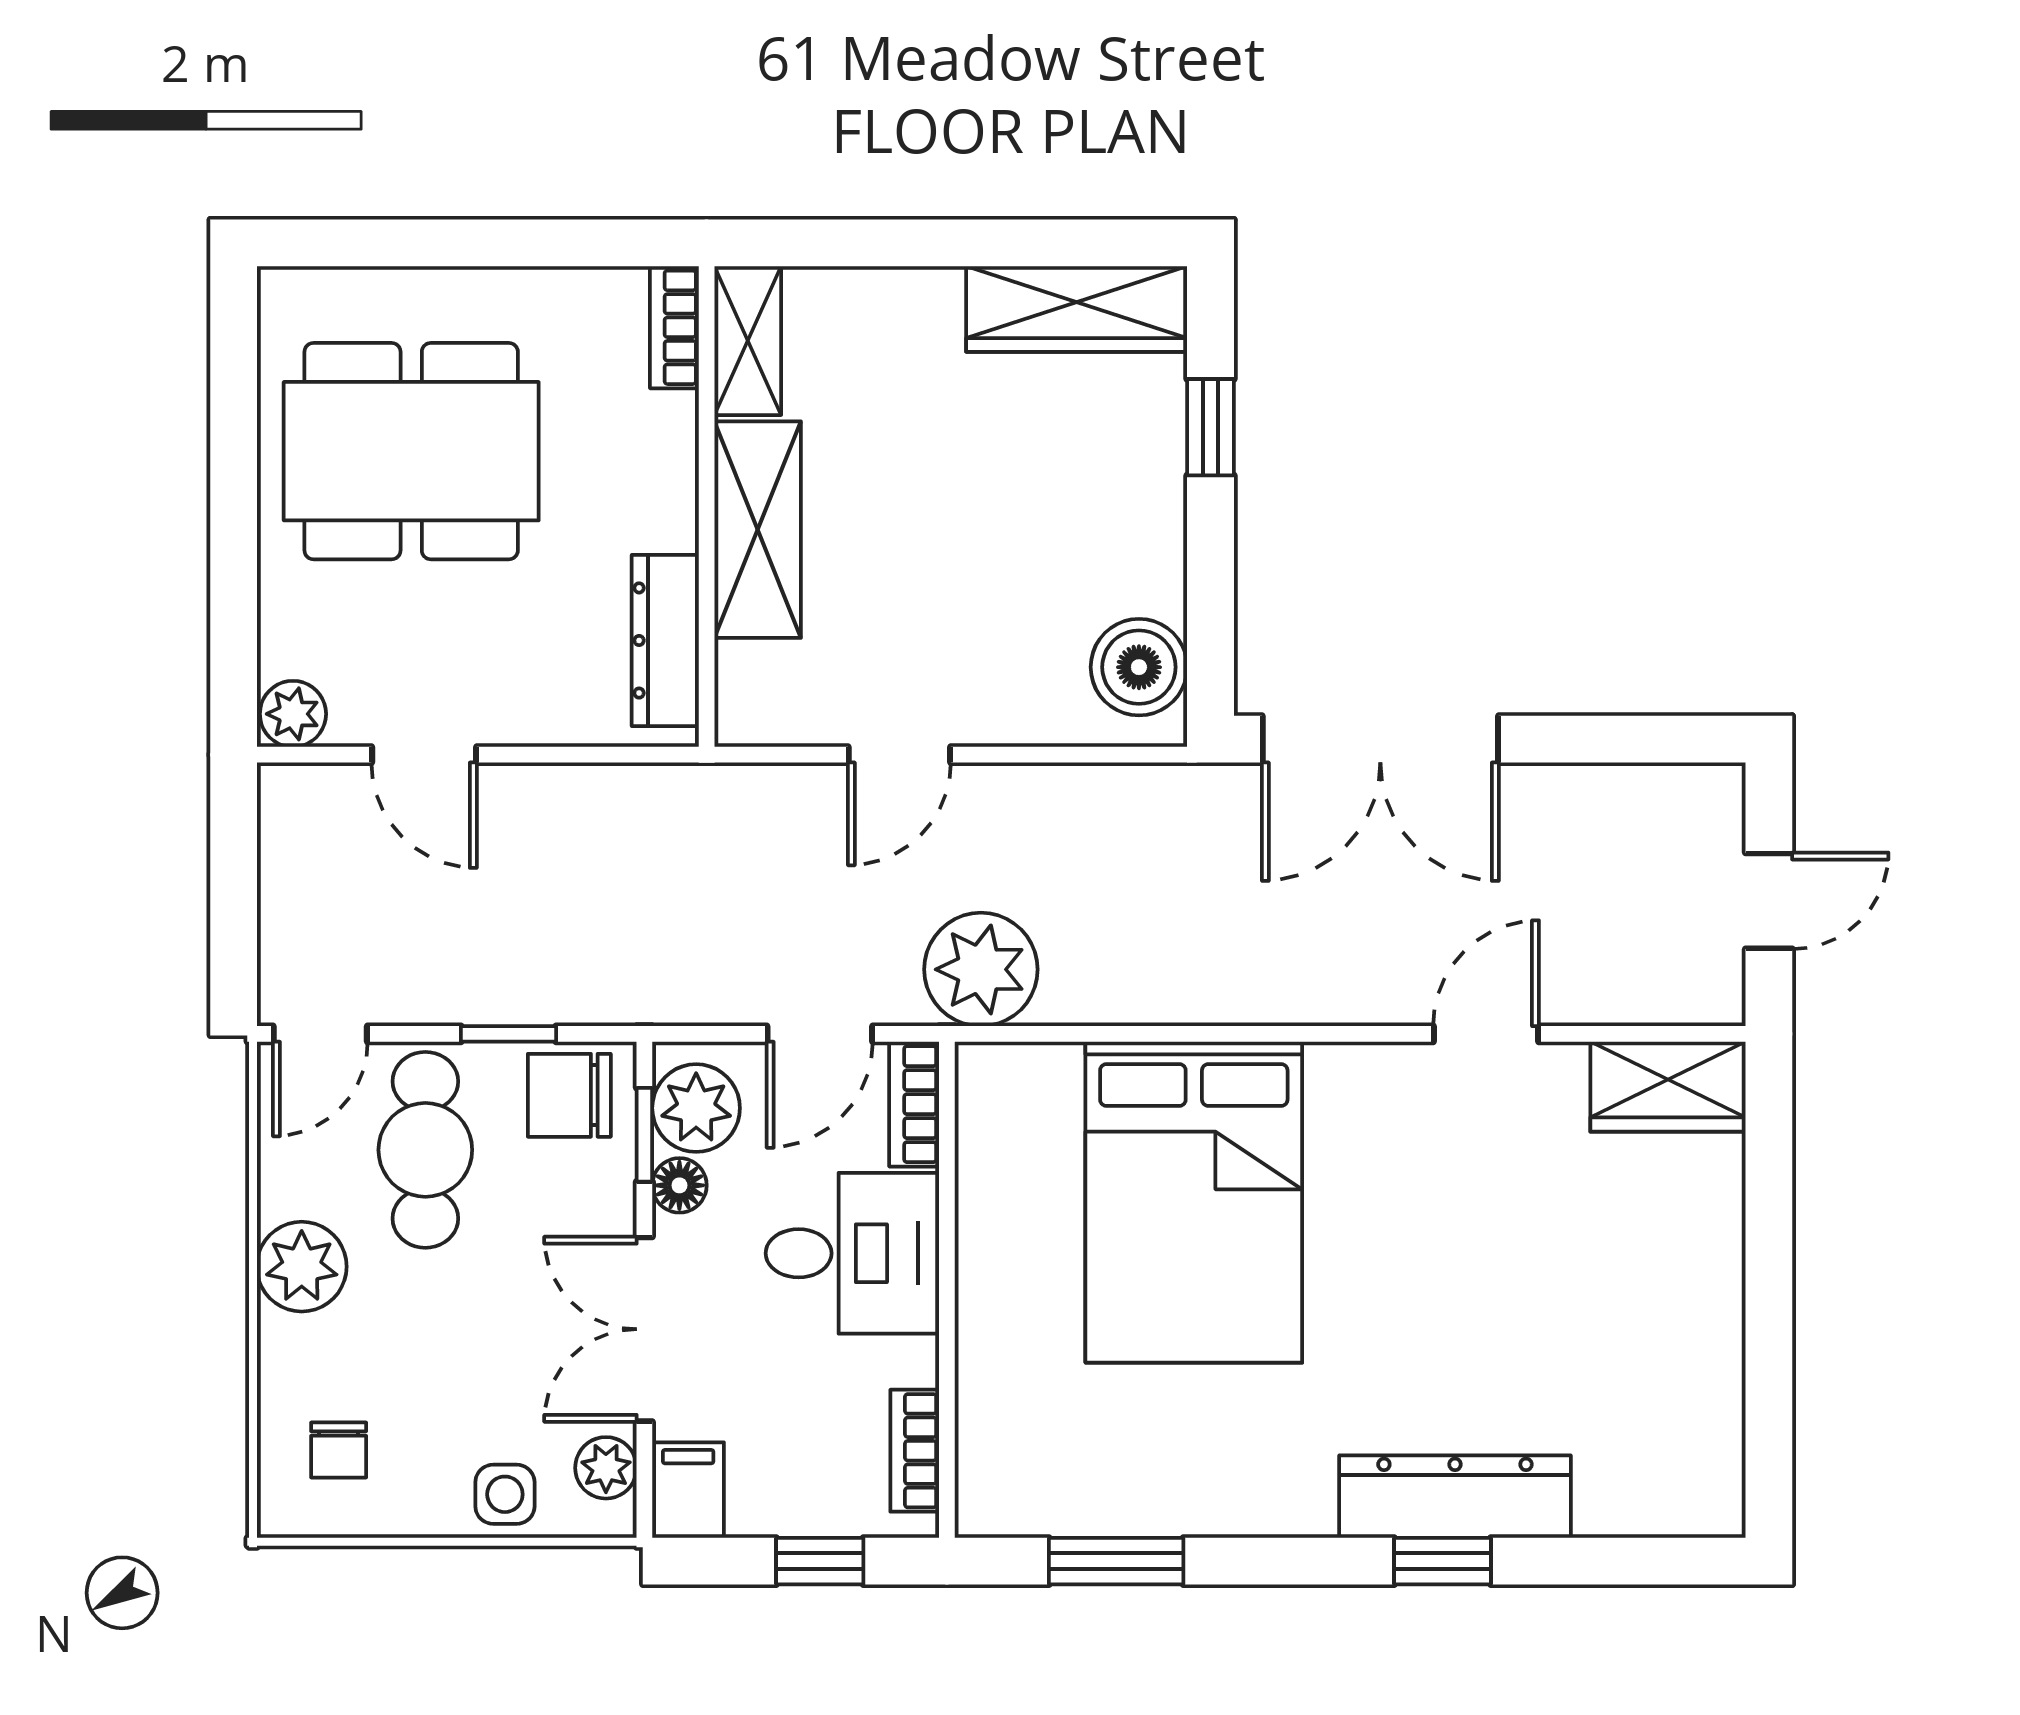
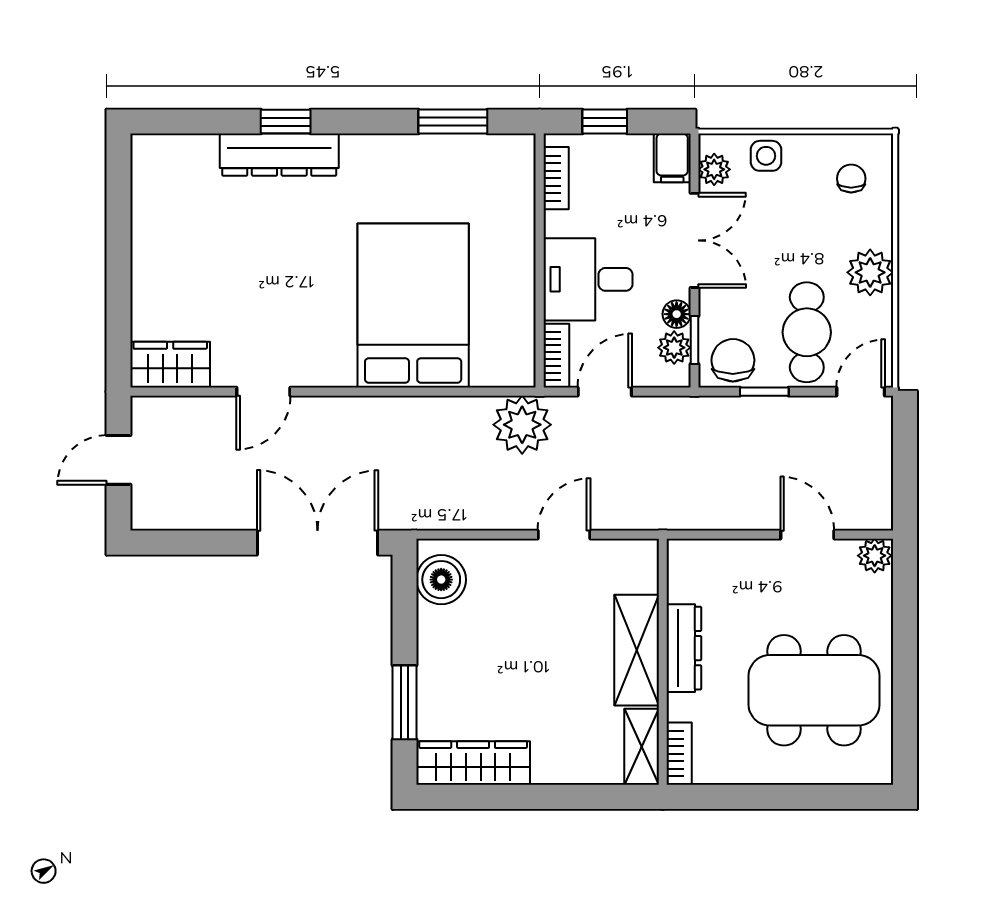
window: (1211, 427) -> (405, 702), width x1.50
dresser: (665, 640) -> (684, 648), moved
chair: (569, 1095) -> (733, 360), turned -90
plant: (696, 1108) -> (674, 348), width x0.73, depth x0.73

